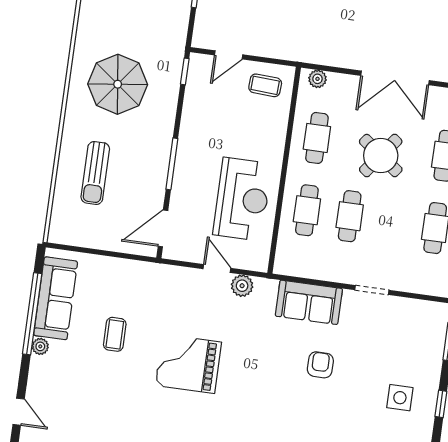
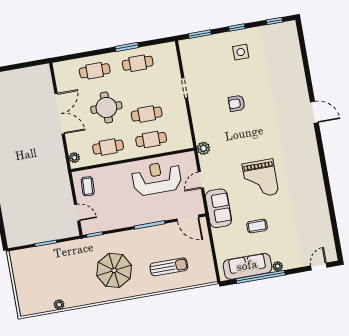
round table: (381, 156) -> (106, 108), turned -37
plant: (242, 286) -> (203, 148), moved
sofa: (309, 302) -> (218, 208), moved

